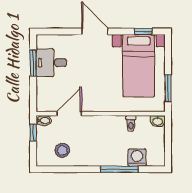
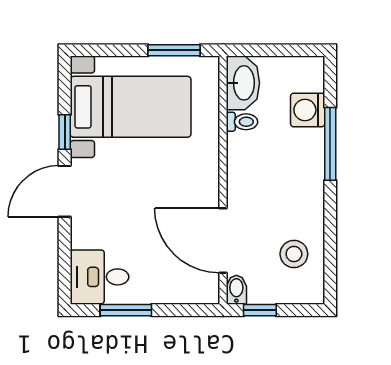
window: (143, 31) -> (65, 132), moved
desk: (51, 63) -> (99, 277), moved, turned 90
door: (69, 114) -> (223, 241), width x1.36
washbasin: (158, 121) -> (243, 83), width x1.91, depth x1.45

